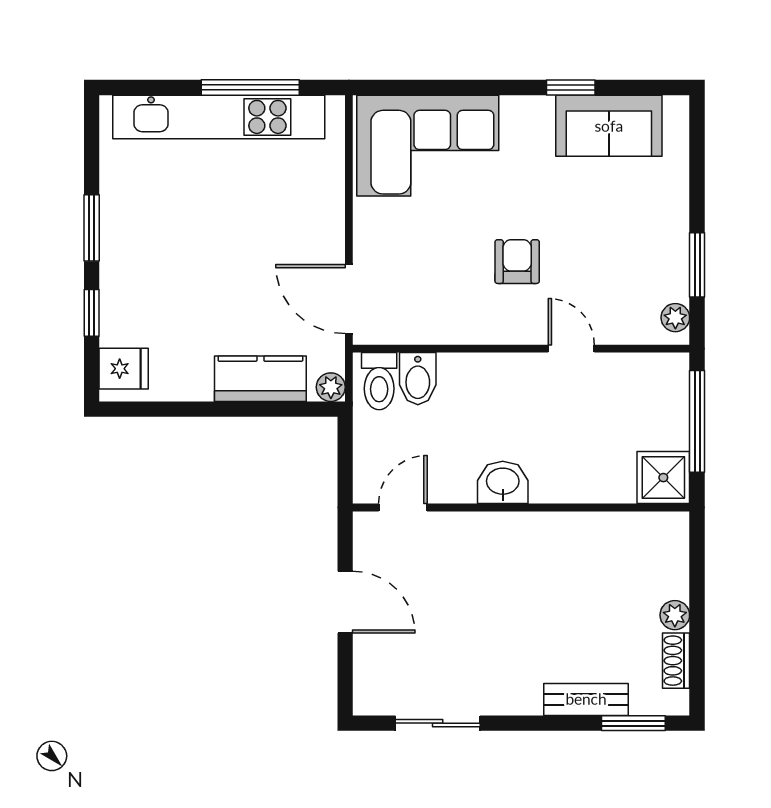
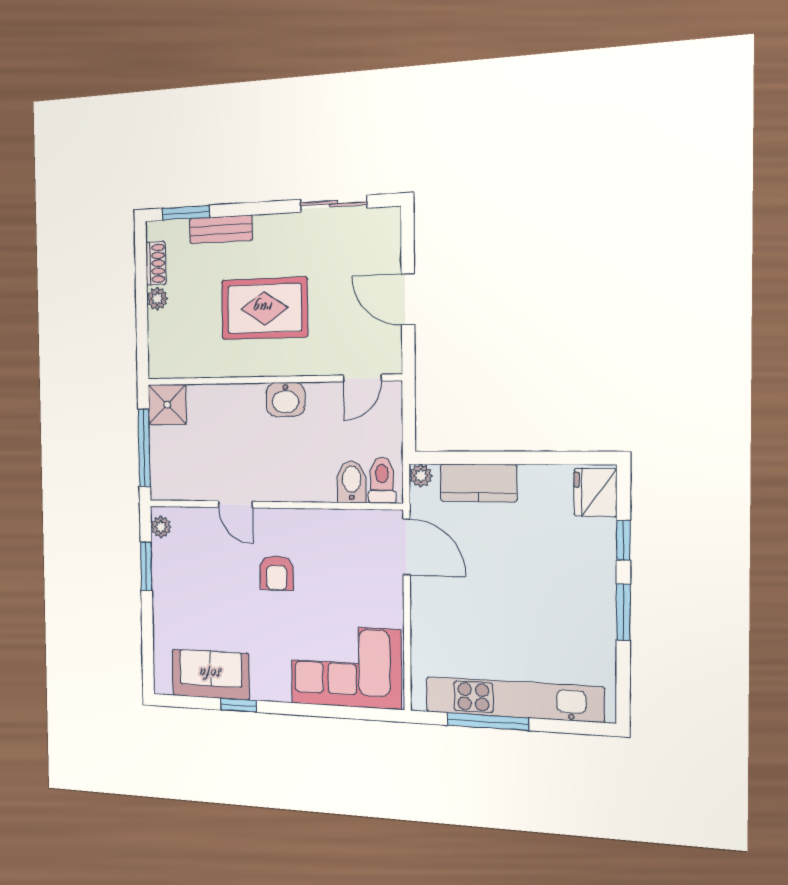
fridge: (124, 369) -> (595, 492), width x1.38
rug: (529, 597) -> (264, 308), added

